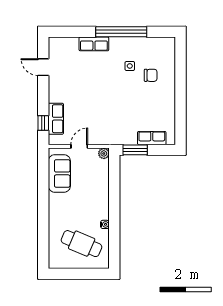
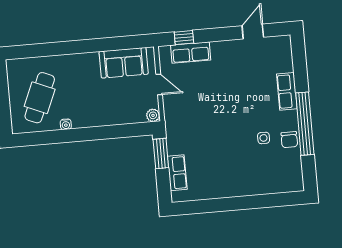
chair: (151, 75) -> (289, 140), moved

